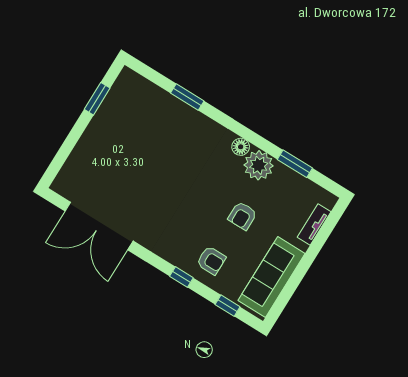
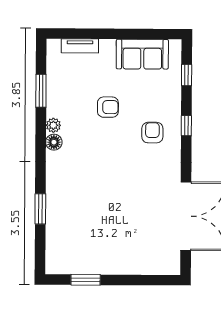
plant: (259, 165) -> (53, 125), width x0.53, depth x0.53
armchair: (211, 260) -> (152, 133), moved
sofa: (272, 277) -> (142, 54), width x0.73

